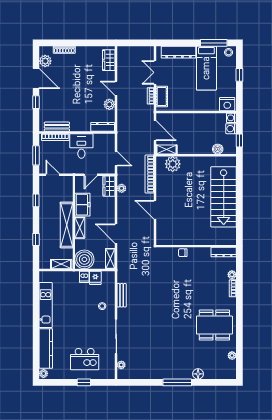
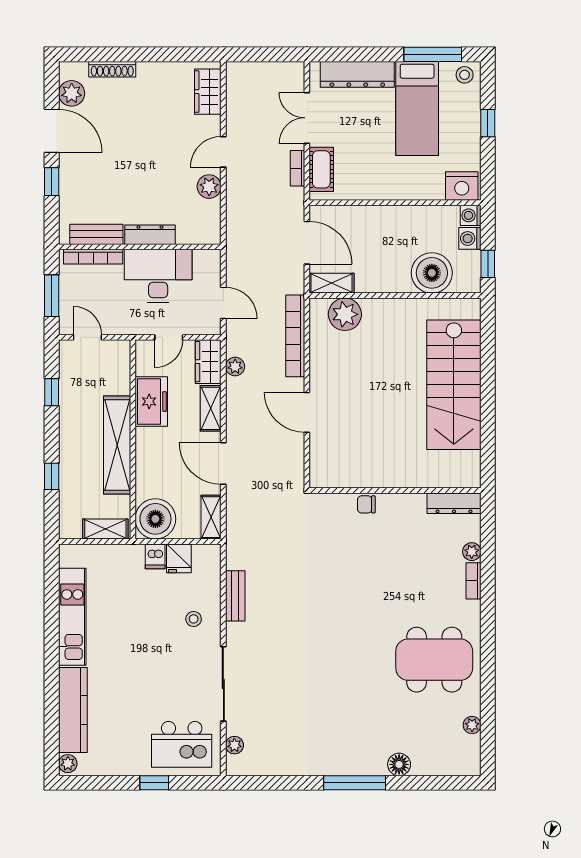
door: (116, 88) -> (223, 152), hinge flipped
dresser: (103, 127) -> (150, 235), moved
desk: (81, 146) -> (158, 276), width x1.37
boiler: (218, 149) -> (432, 273), width x1.86, depth x1.86
shelving: (80, 228) -> (211, 408), moved
kitchen island: (85, 359) -> (182, 744), moved

